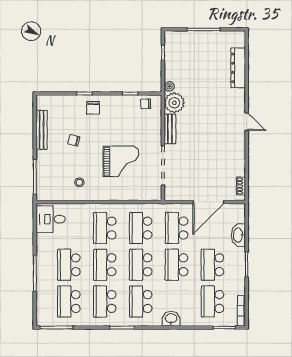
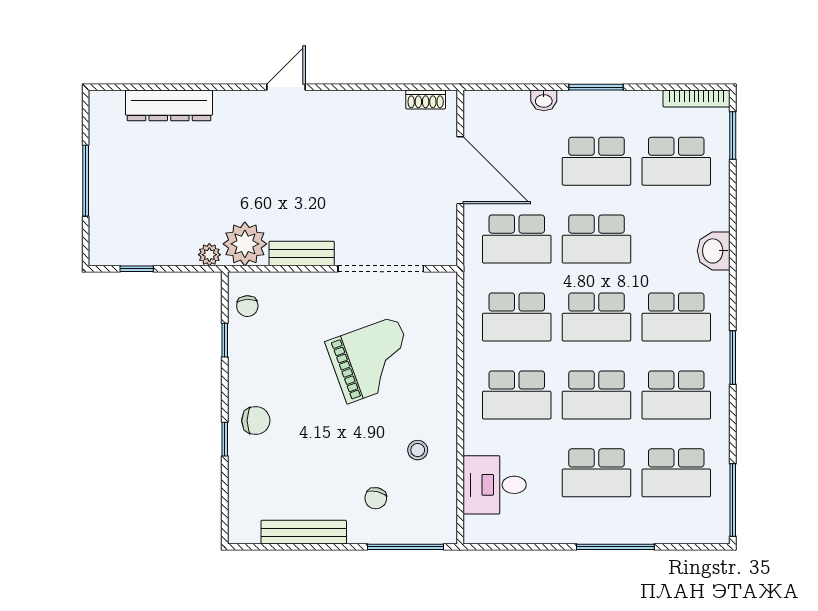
chair: (74, 140) -> (376, 498), moved
grand piano: (121, 161) -> (372, 360), turned 70
desk: (51, 219) -> (495, 485), moved, turned 90
washbasin: (238, 235) -> (544, 100), width x0.52, depth x0.69

